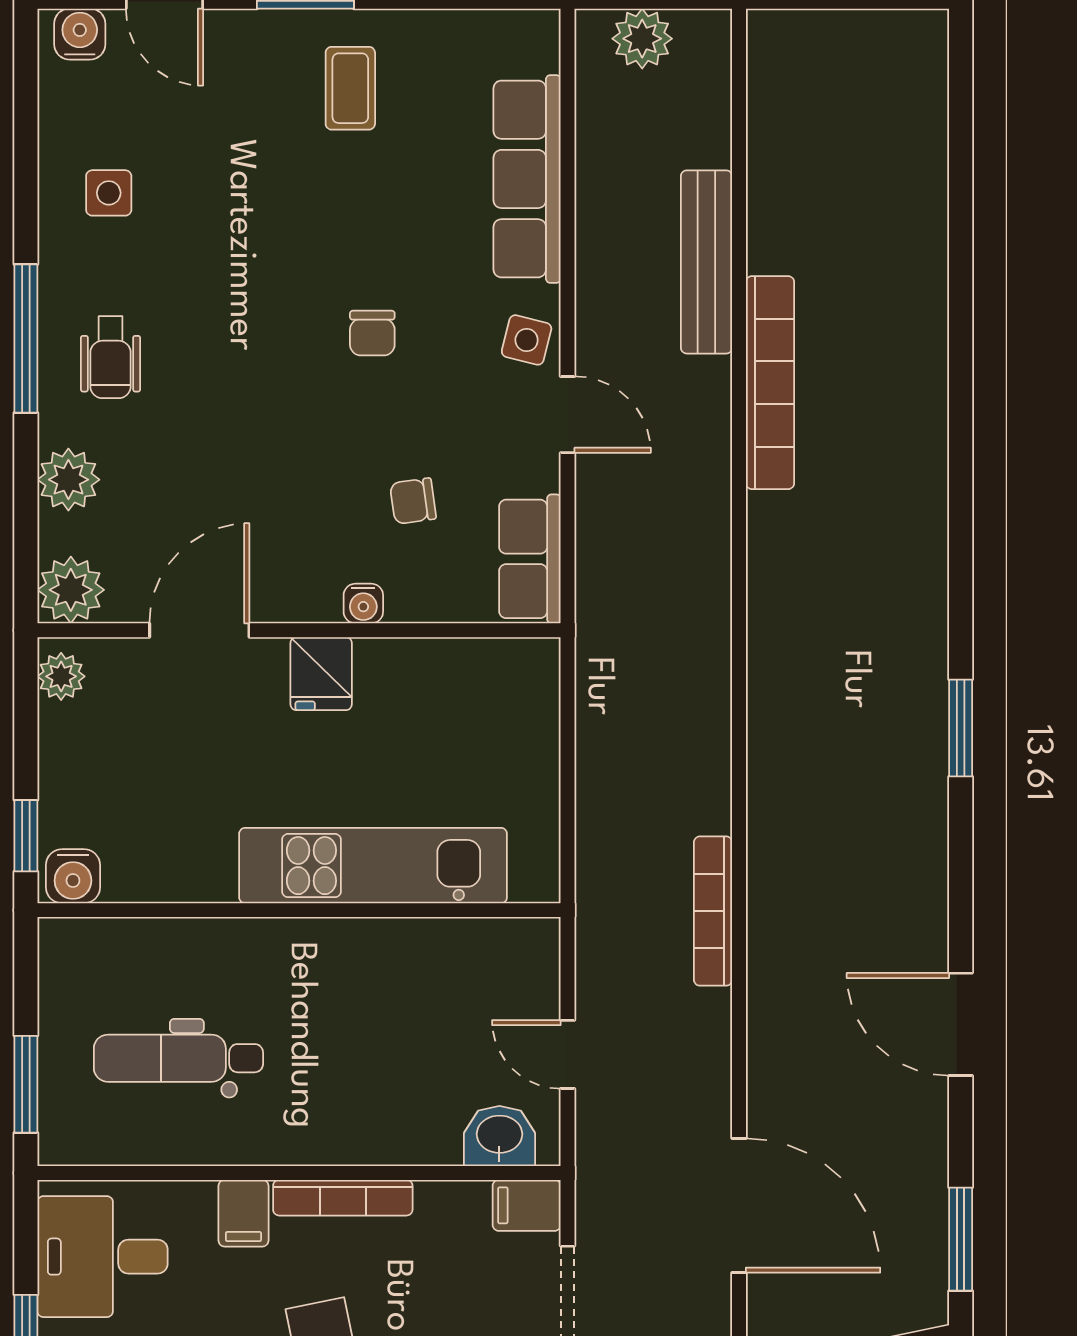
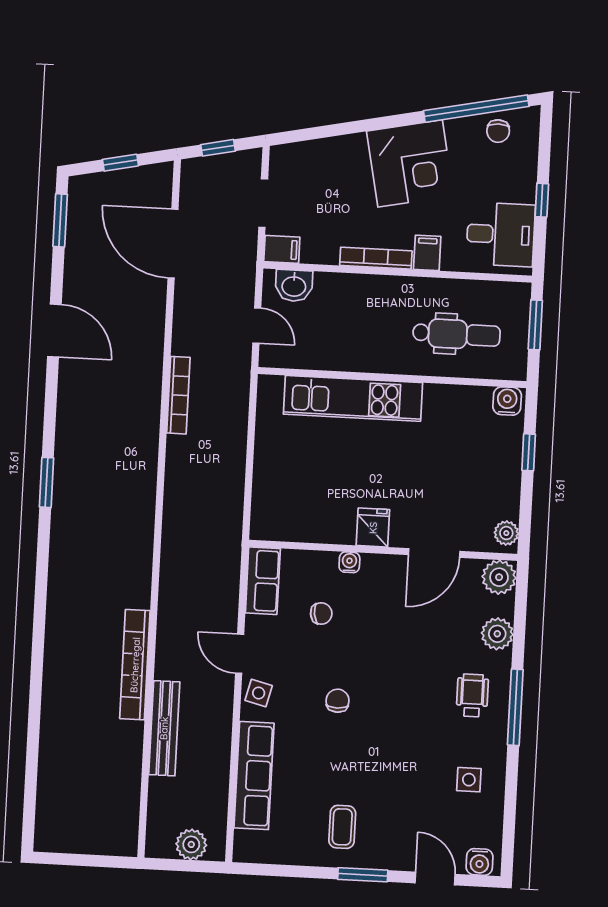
kitchen unit: (373, 866) -> (353, 398), moved
water cooler: (73, 876) -> (507, 401), moved
wall: (299, 910) -> (392, 378), moved

